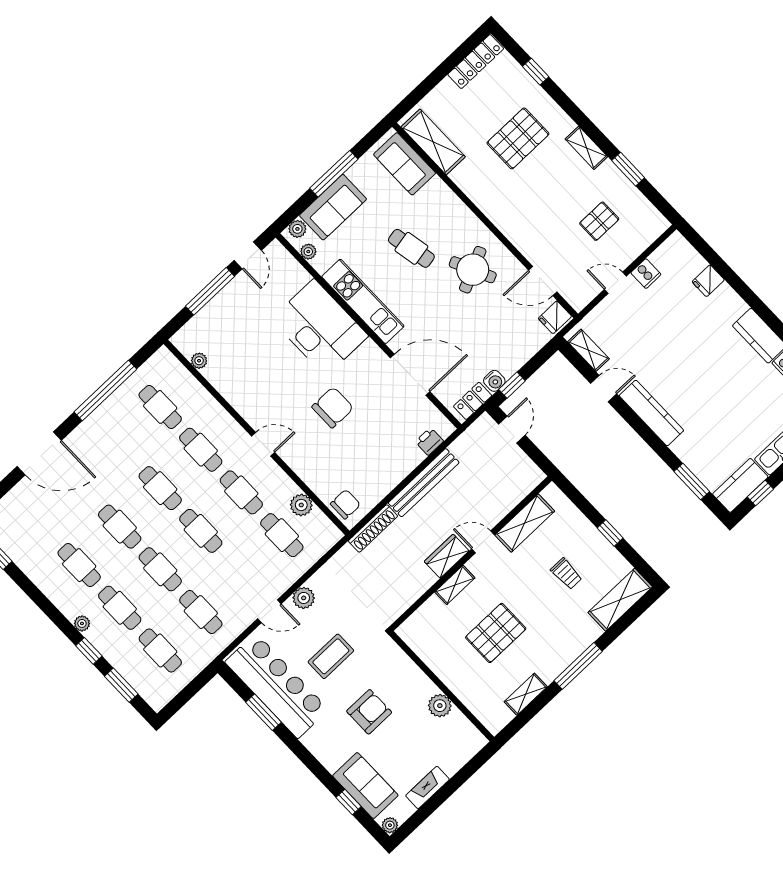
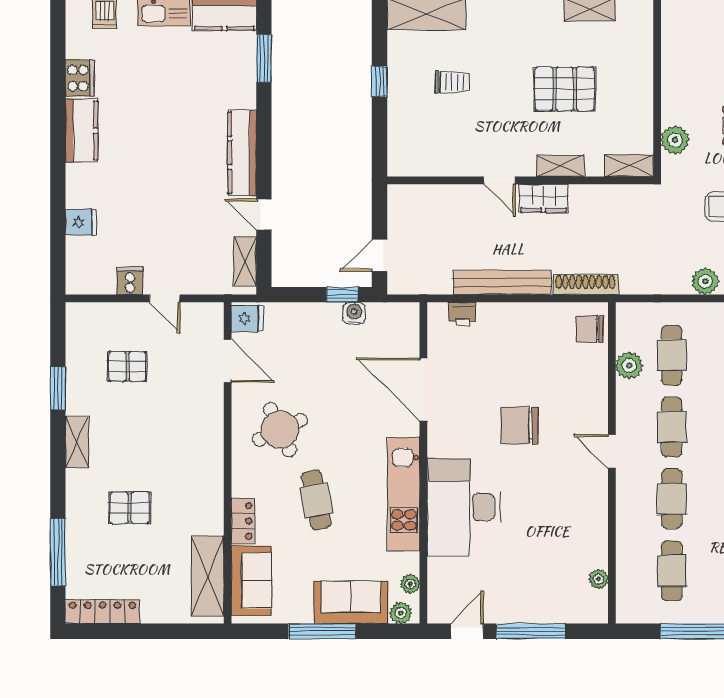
window: (536, 72) -> (58, 552), width x2.17
pallet: (518, 138) -> (130, 508), width x0.67, depth x0.71
locker: (473, 401) -> (243, 521), moved, turned -90
shelving: (525, 523) -> (629, 166), moved, width x0.67, depth x0.75
trolley: (566, 574) -> (452, 82), turned 90
plant: (440, 706) -> (675, 140), moved

